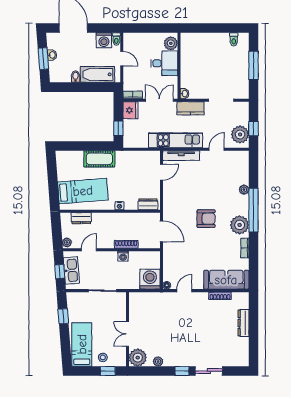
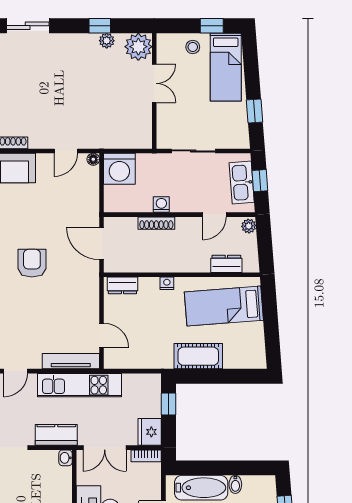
door: (161, 172) -> (102, 335), swing flipped
armchair: (206, 219) -> (32, 263), turned 90
window: (108, 371) -> (212, 26), moved
window: (182, 371) -> (100, 26), moved

